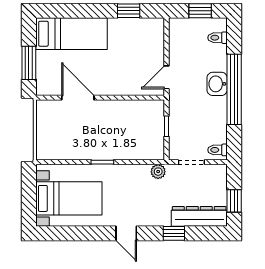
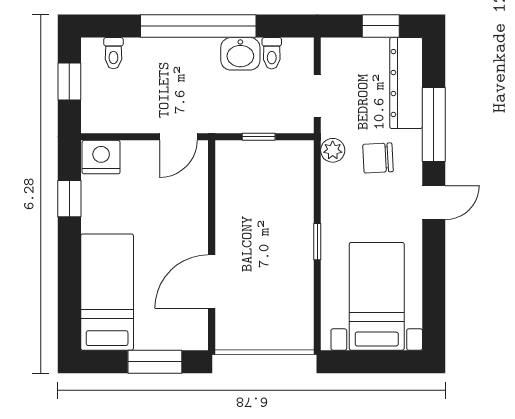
nightstand: (154, 30) -> (101, 157), added
door: (166, 77) -> (178, 137), hinge flipped
washbasin: (217, 84) -> (240, 54), moved
toilet: (217, 150) -> (272, 53), moved
chair: (153, 199) -> (378, 158), added
window: (174, 233) -> (434, 124), width x2.17

